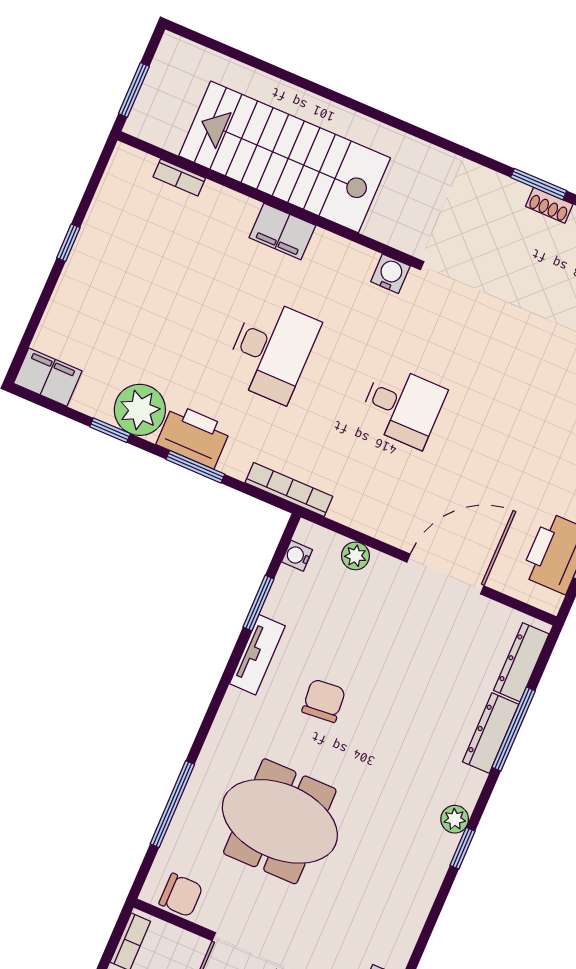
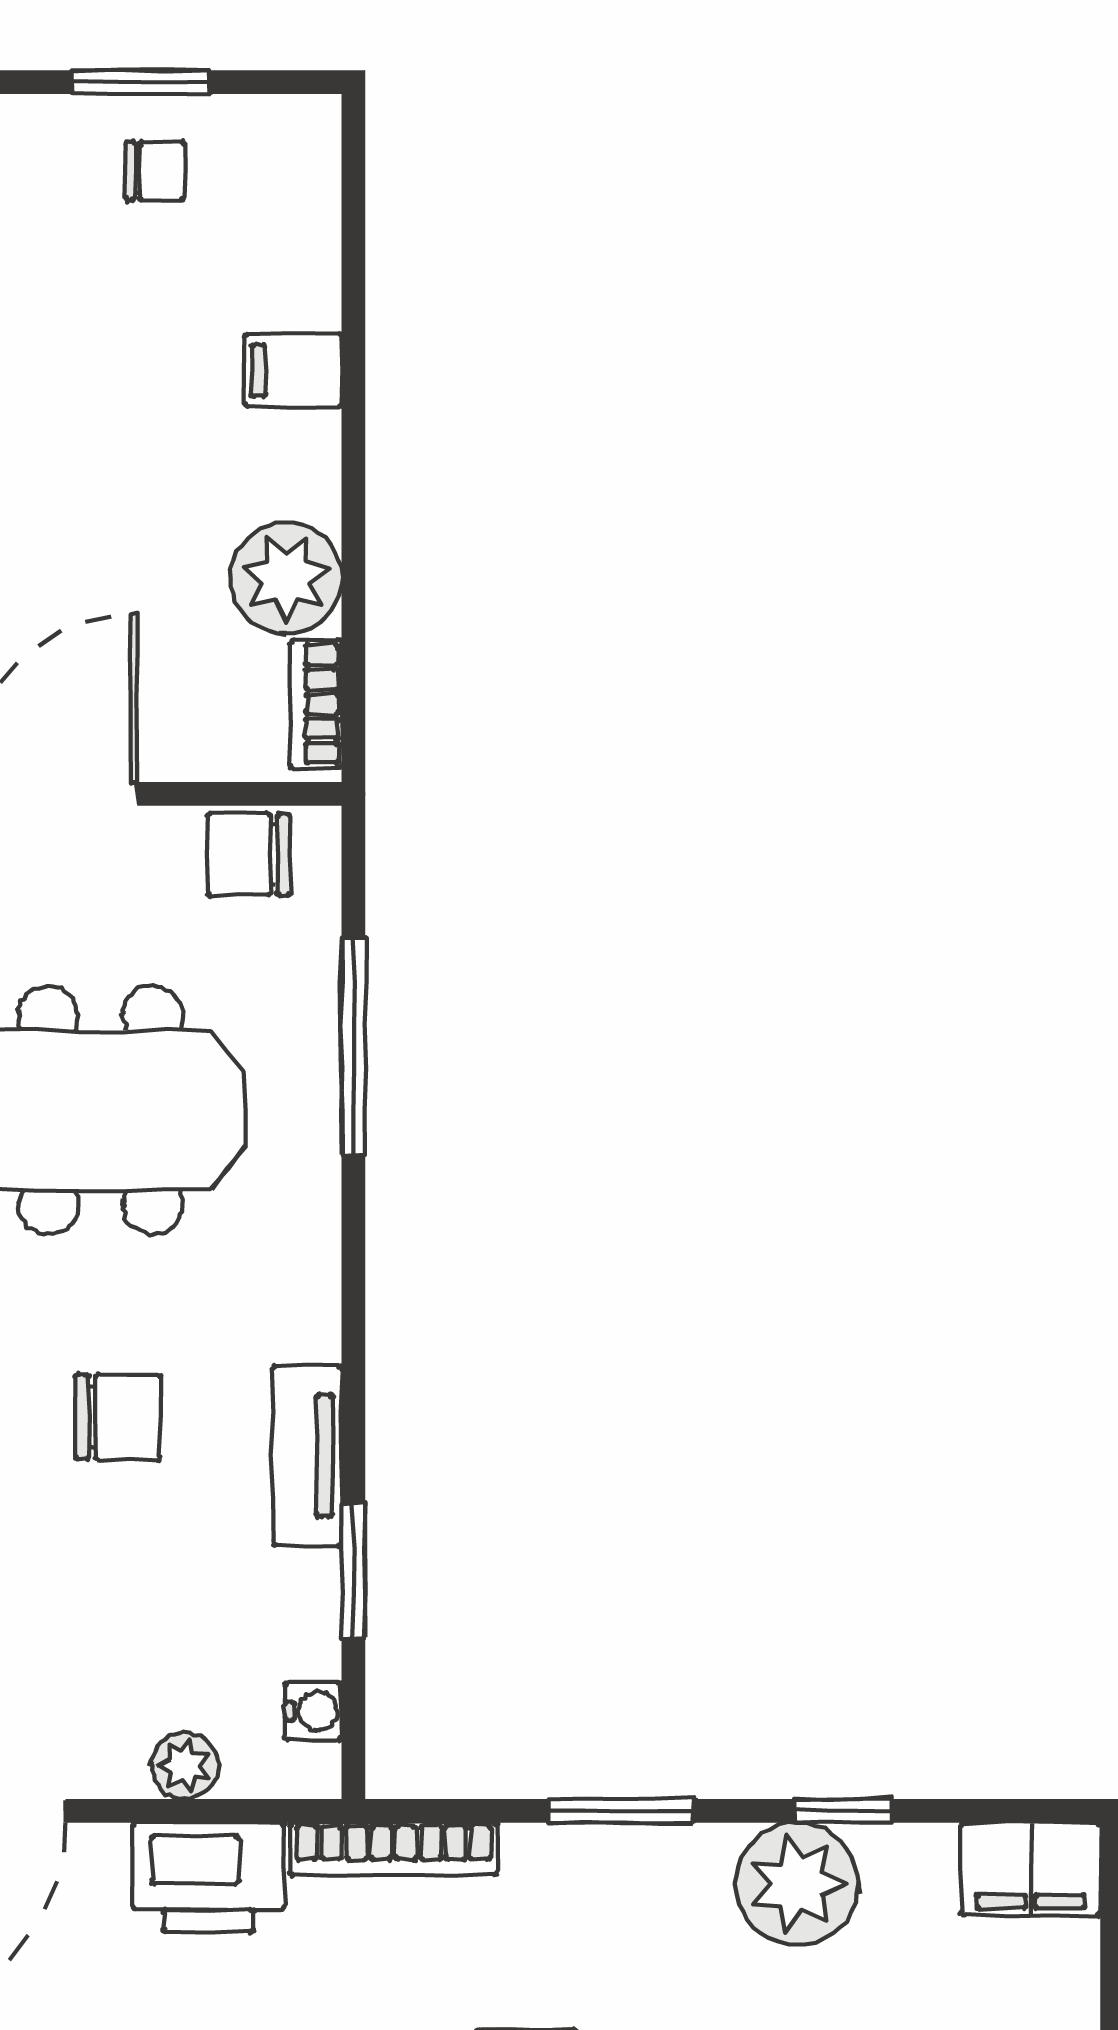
printer: (194, 436) -> (209, 1877), moved
chair: (324, 701) -> (118, 1417), turned -85

